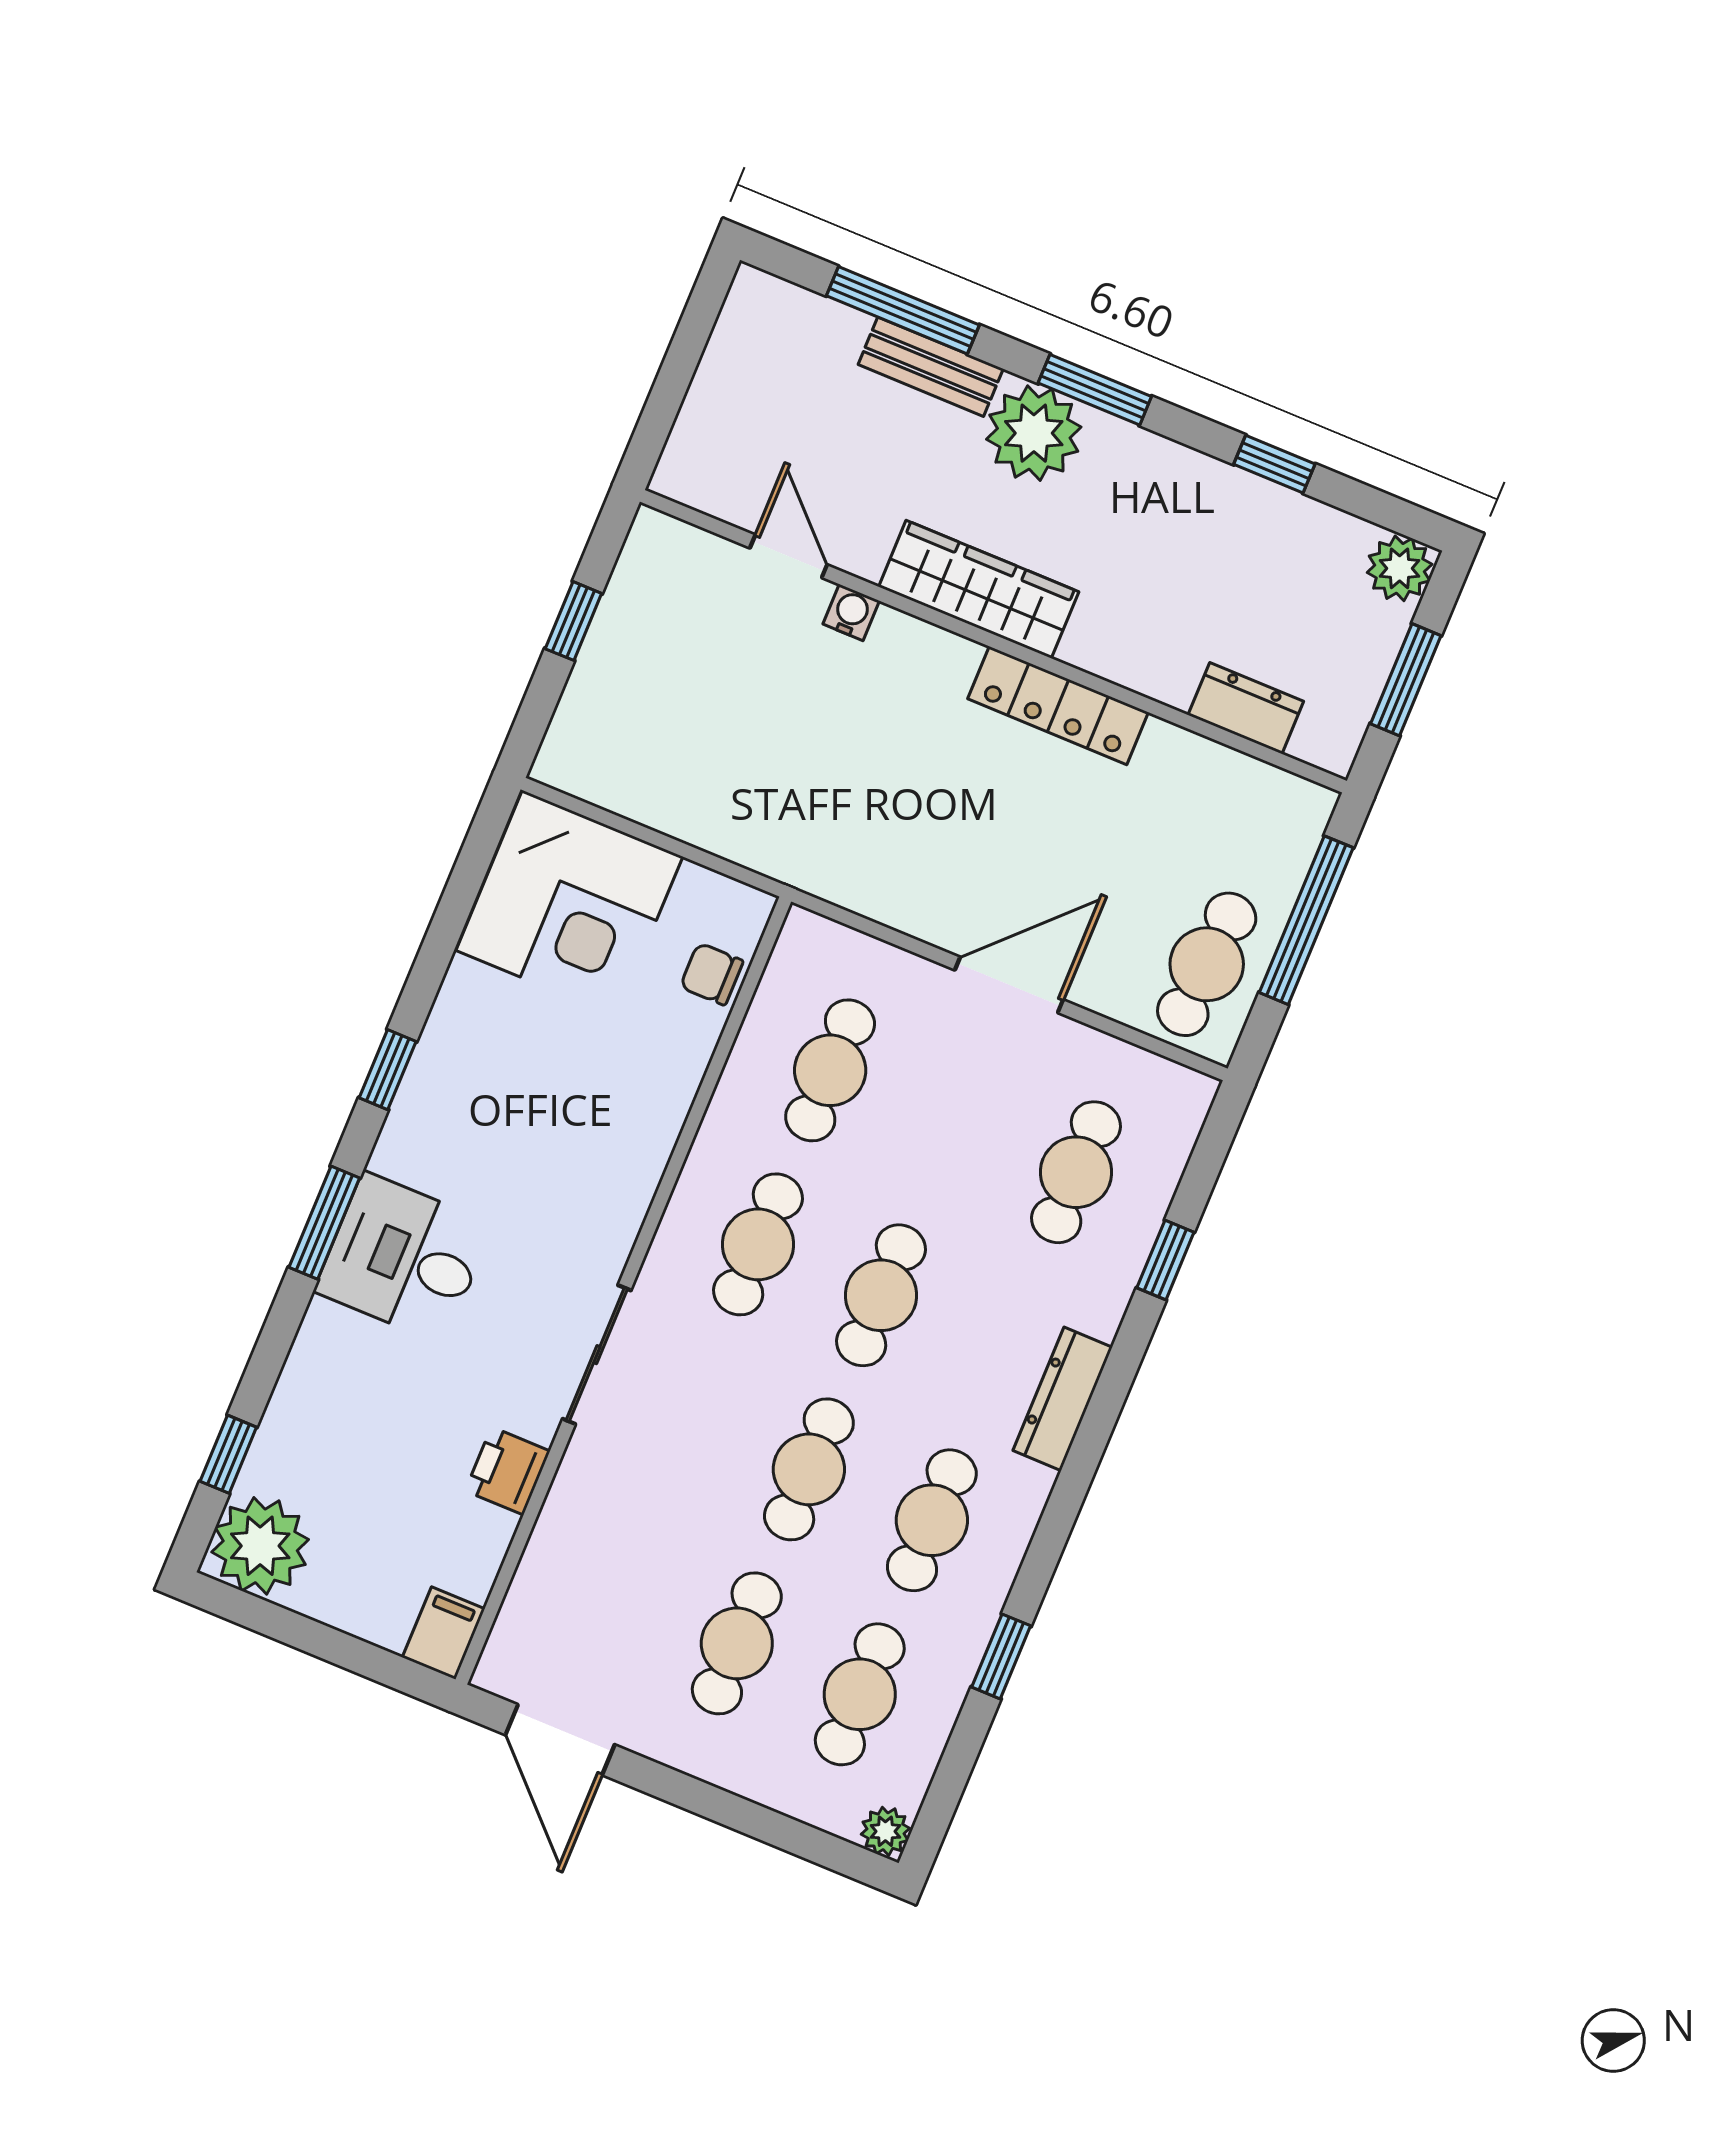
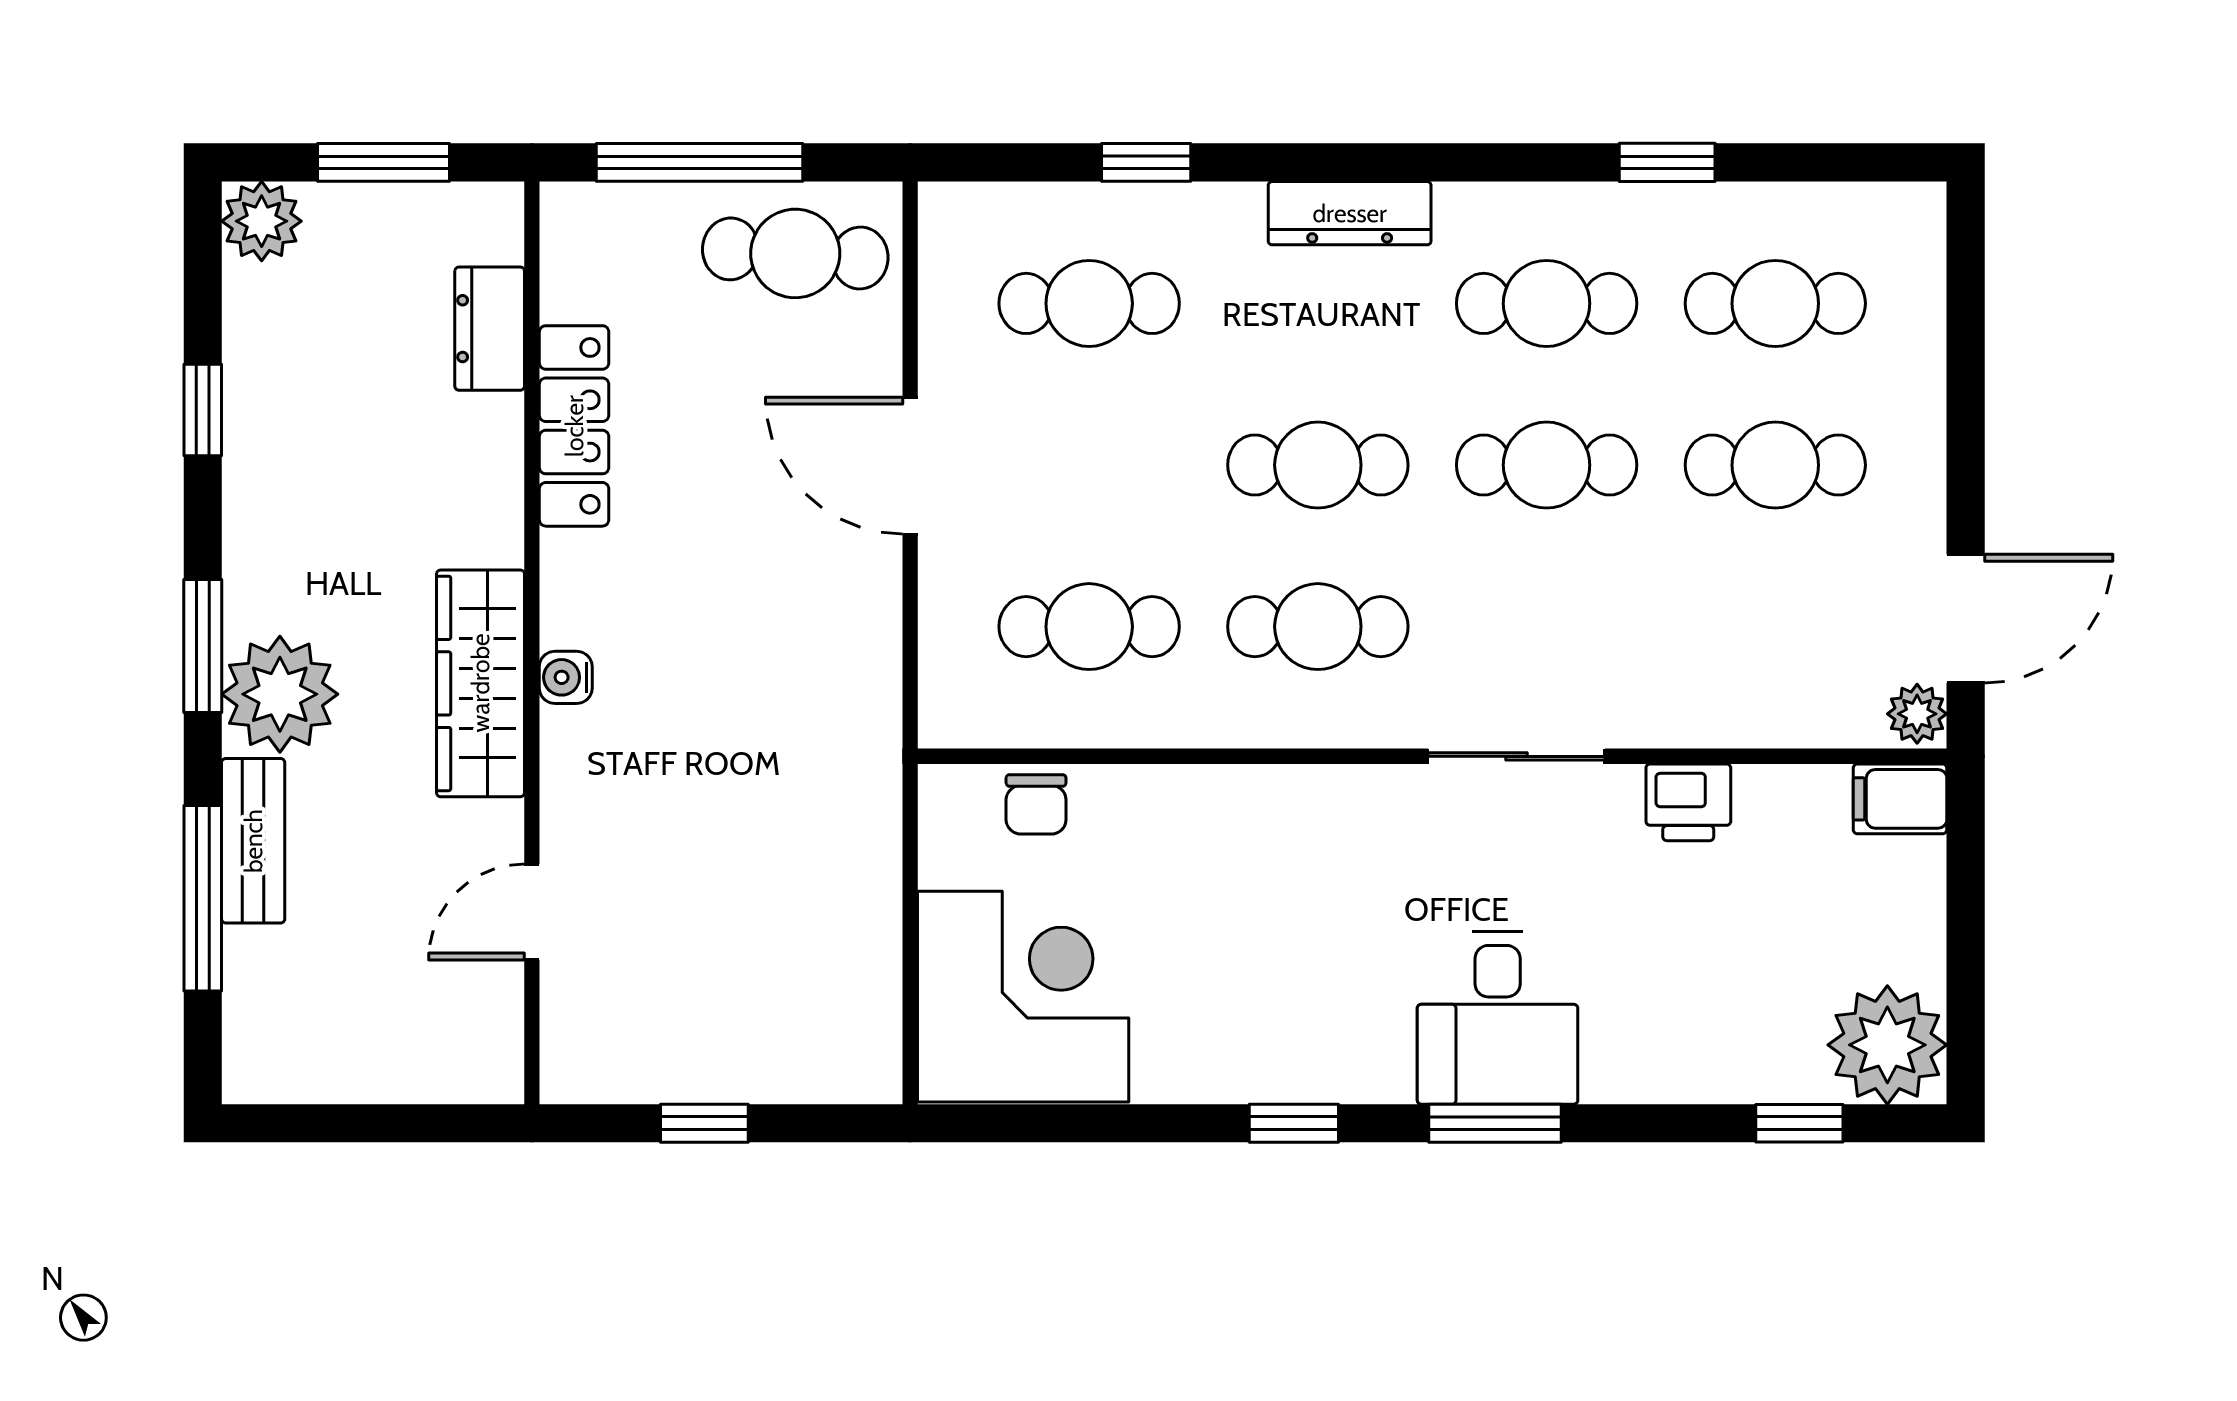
water cooler: (851, 612) -> (566, 677), moved
locker: (1058, 706) -> (574, 426), moved
plant: (885, 1831) -> (1917, 714), moved

